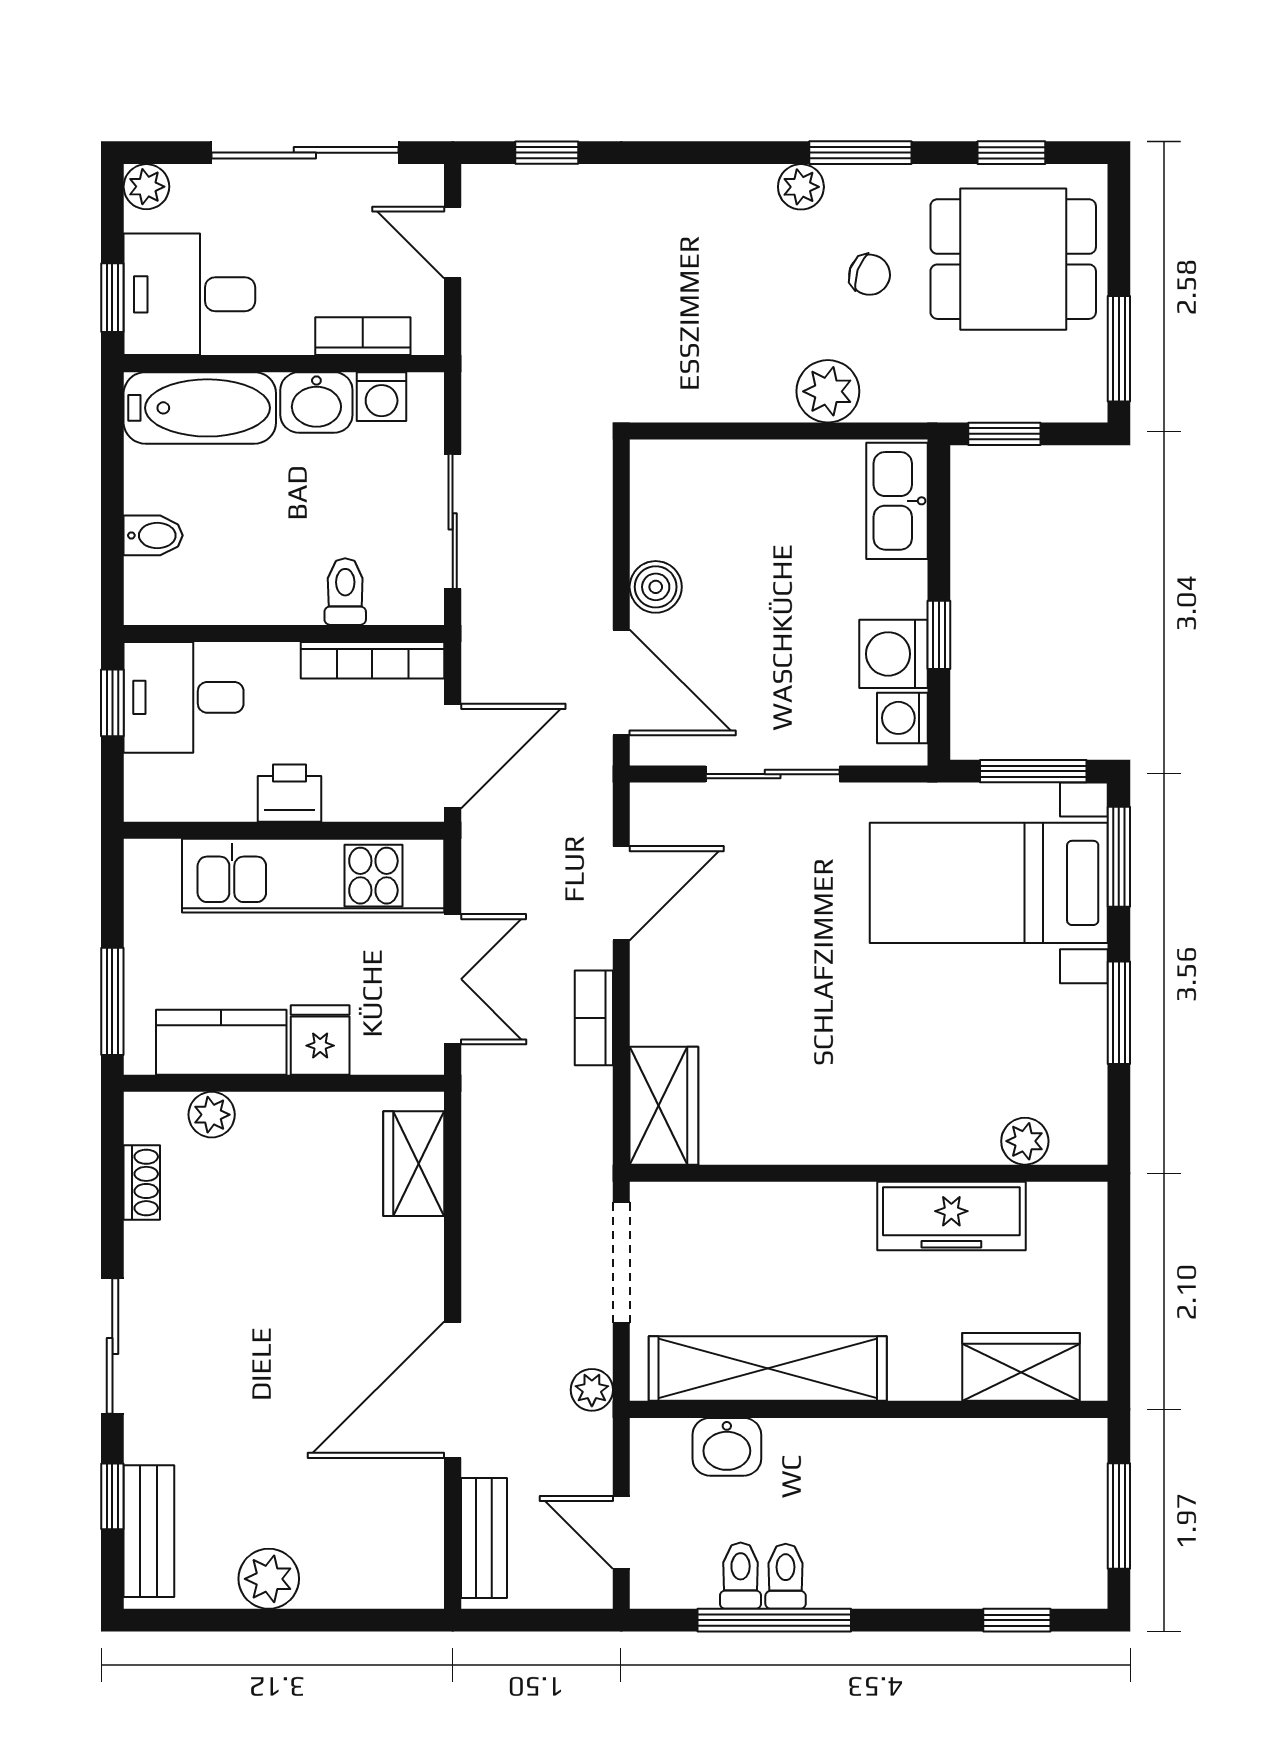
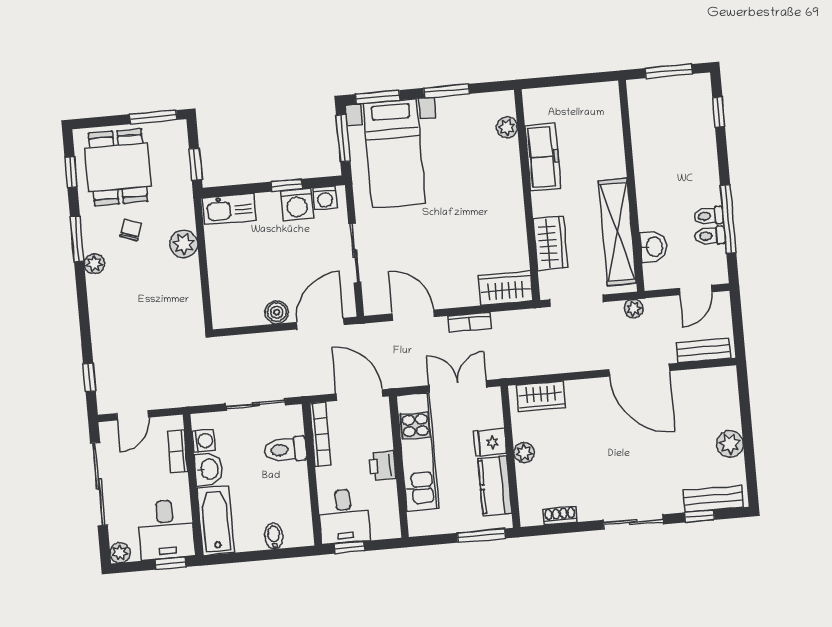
toilet: (345, 592) -> (285, 450), width x1.37, depth x1.39
plant: (212, 1115) -> (524, 453), moved
wardrobe: (1021, 1367) -> (550, 243), moved, turned 180

